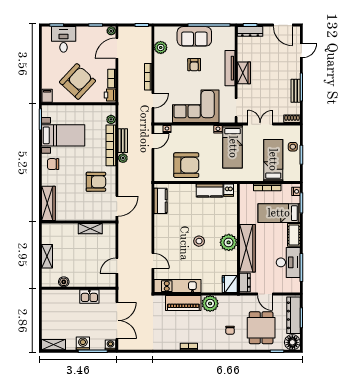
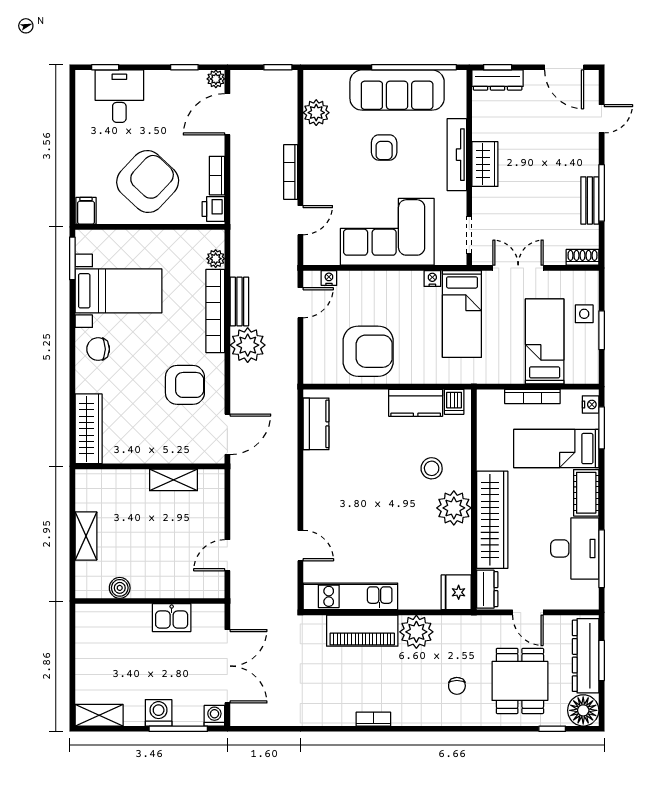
sofa: (194, 36) -> (397, 90), width x1.36
plant: (123, 158) -> (248, 345), width x1.88, depth x1.88
stool: (199, 241) -> (432, 468), moved

